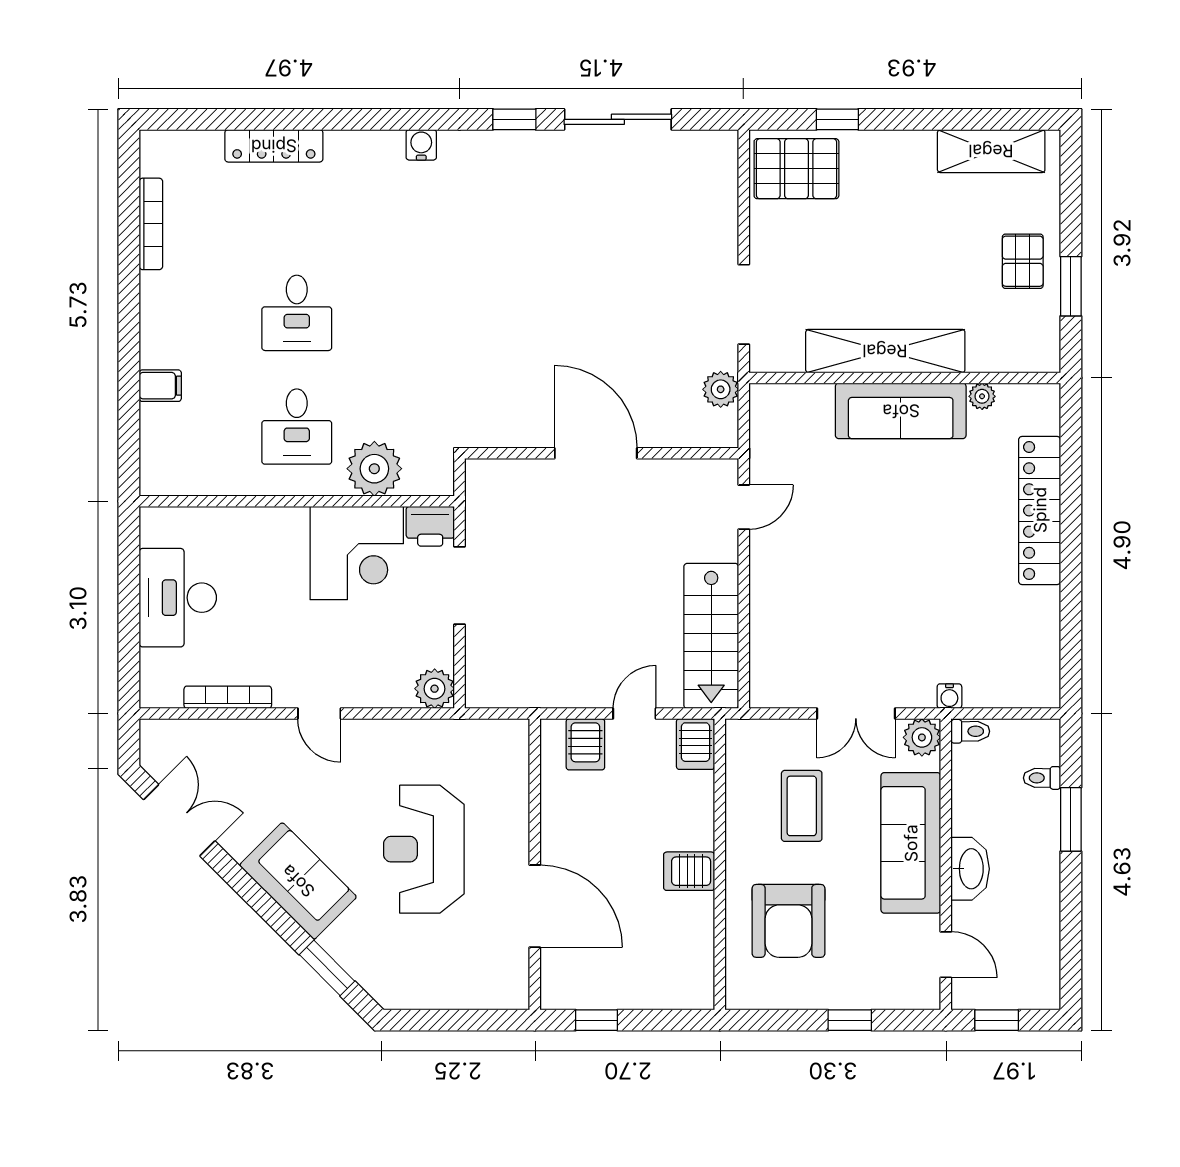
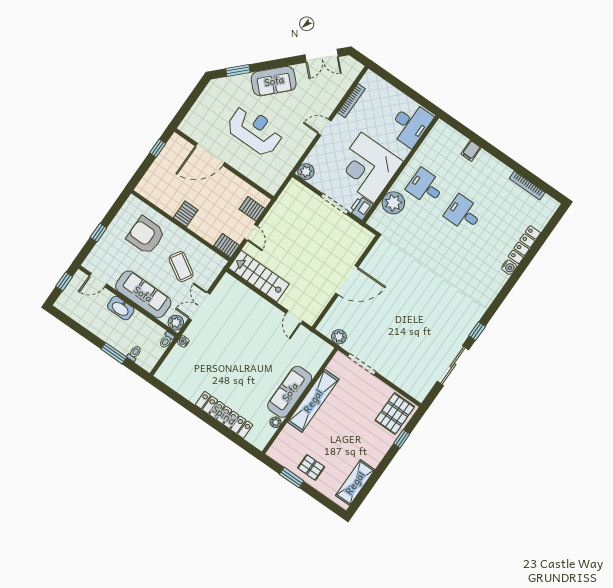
water cooler: (421, 145) -> (509, 267), moved
corner desk: (357, 553) -> (368, 168), width x1.36, depth x1.36
desk: (178, 598) -> (410, 124), moved, turned 90
coffee table: (802, 806) -> (181, 267), turned 31

